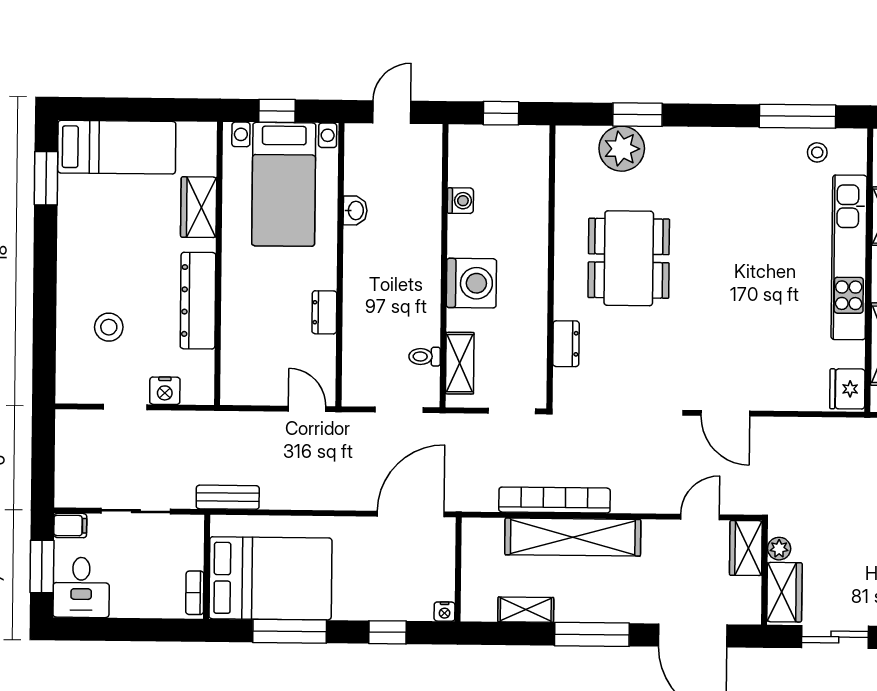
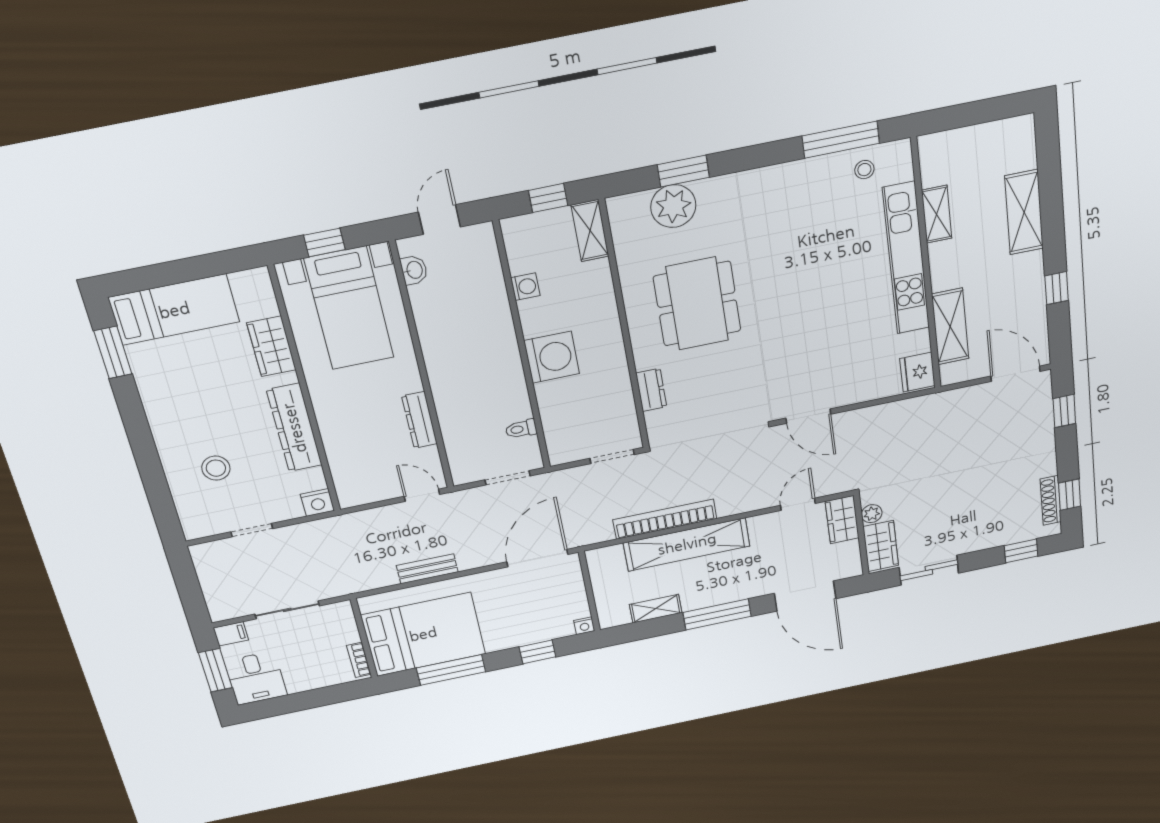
washbasin: (355, 210) -> (414, 270), moved
dresser: (324, 312) -> (420, 420), width x1.44
shelving: (460, 363) -> (590, 231), moved
nightstand: (165, 391) -> (317, 502), moved
bench: (228, 497) -> (427, 569), moved

